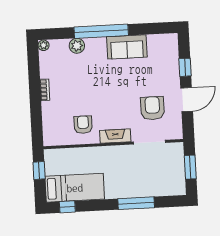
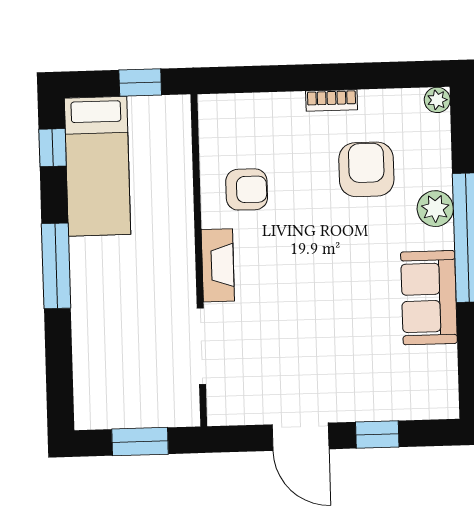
plant: (77, 46) -> (435, 209), moved
armchair: (152, 108) -> (366, 169), moved, turned -90
window: (136, 203) -> (56, 266), moved

